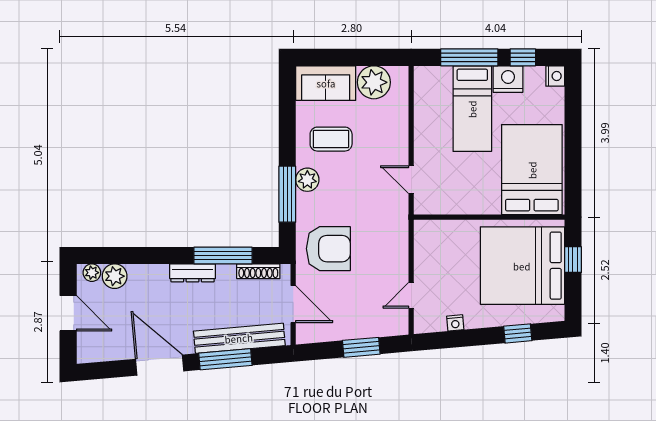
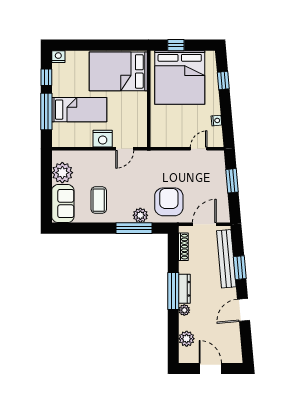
nightstand: (508, 79) -> (103, 139), moved, turned -90
plant: (307, 180) -> (140, 215), moved
window: (223, 255) -> (173, 291), moved
plant: (92, 273) -> (184, 310), moved
door: (411, 295) -> (199, 149), swing flipped
door: (68, 313) -> (210, 369), hinge flipped
window: (225, 359) -> (240, 268), width x0.69
door: (160, 365) -> (243, 310), width x0.73

